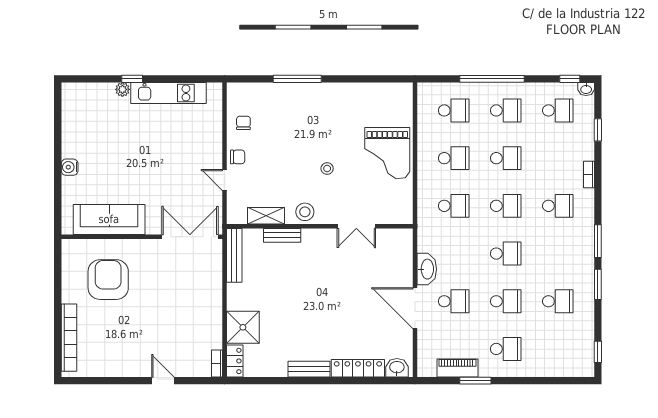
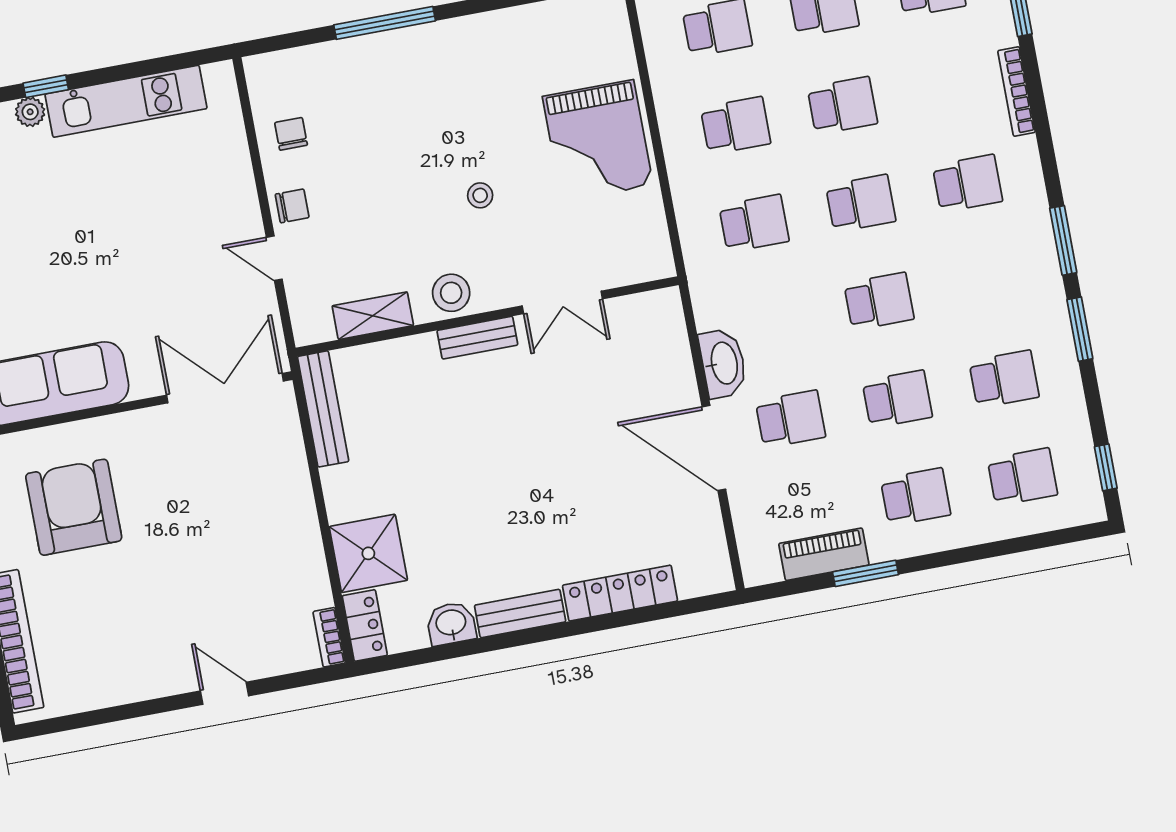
bookcase: (589, 174) -> (1016, 92), width x1.56
bench: (282, 235) -> (477, 338), moved
school desk: (558, 349) -> (1022, 477), added
washbasin: (397, 368) -> (451, 623), moved

